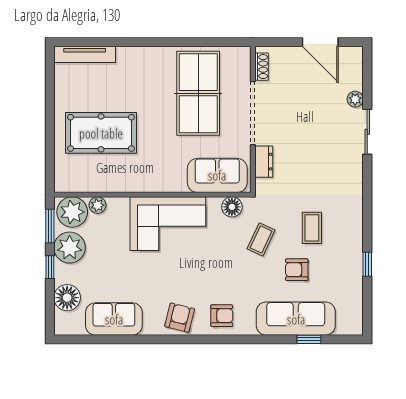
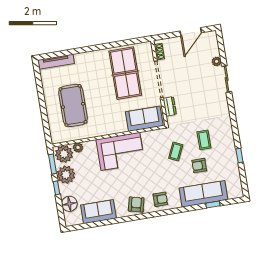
door: (320, 42) -> (191, 32), hinge flipped
pool table: (101, 133) -> (73, 105), turned 90
floor lamp: (232, 207) -> (156, 136), removed

